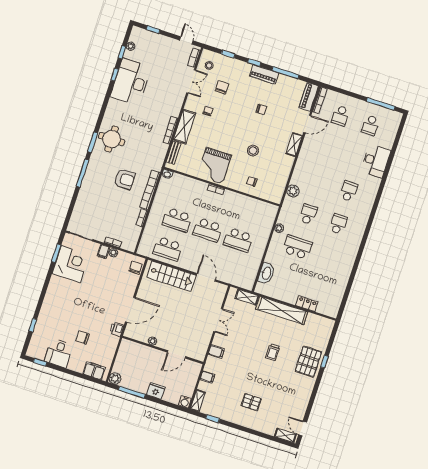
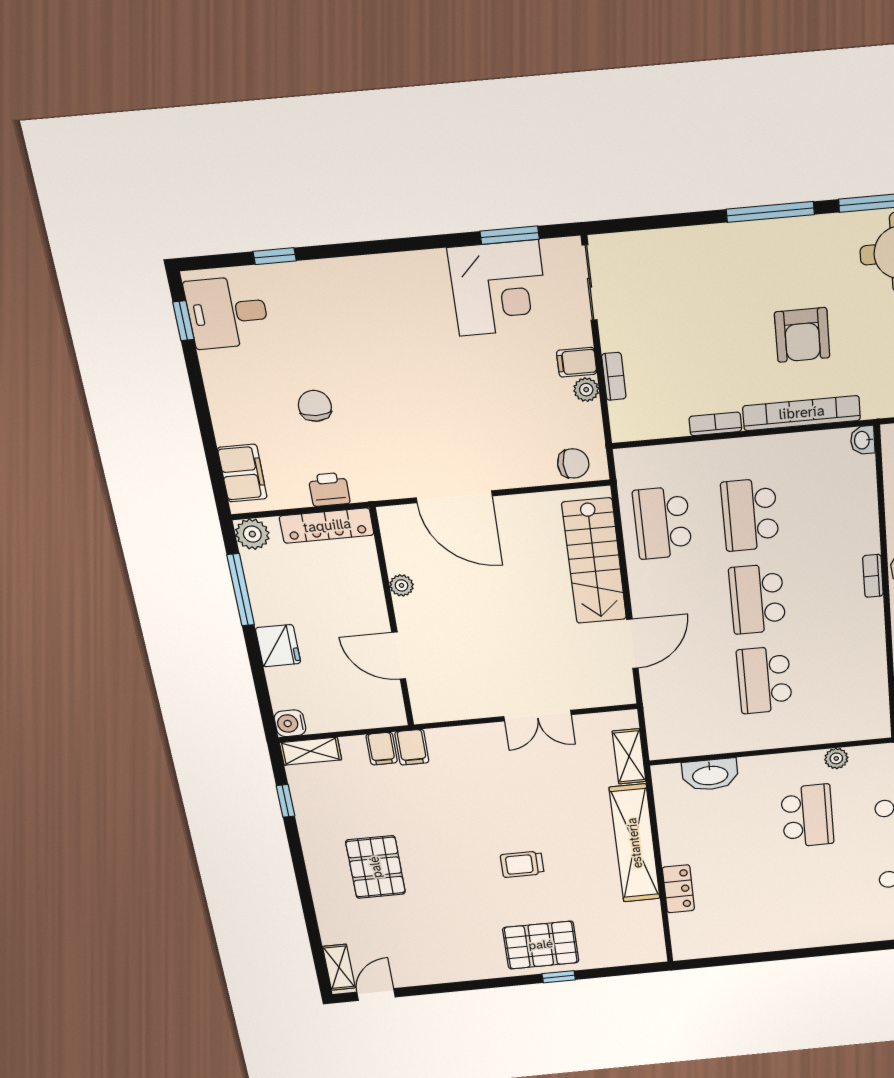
printer: (117, 329) -> (329, 489), moved
filing cabinet: (216, 352) -> (412, 747), moved
desk: (59, 353) -> (227, 313), moved
locker: (122, 354) -> (327, 526), added
pallet: (251, 402) -> (376, 867), width x1.50, depth x1.42

